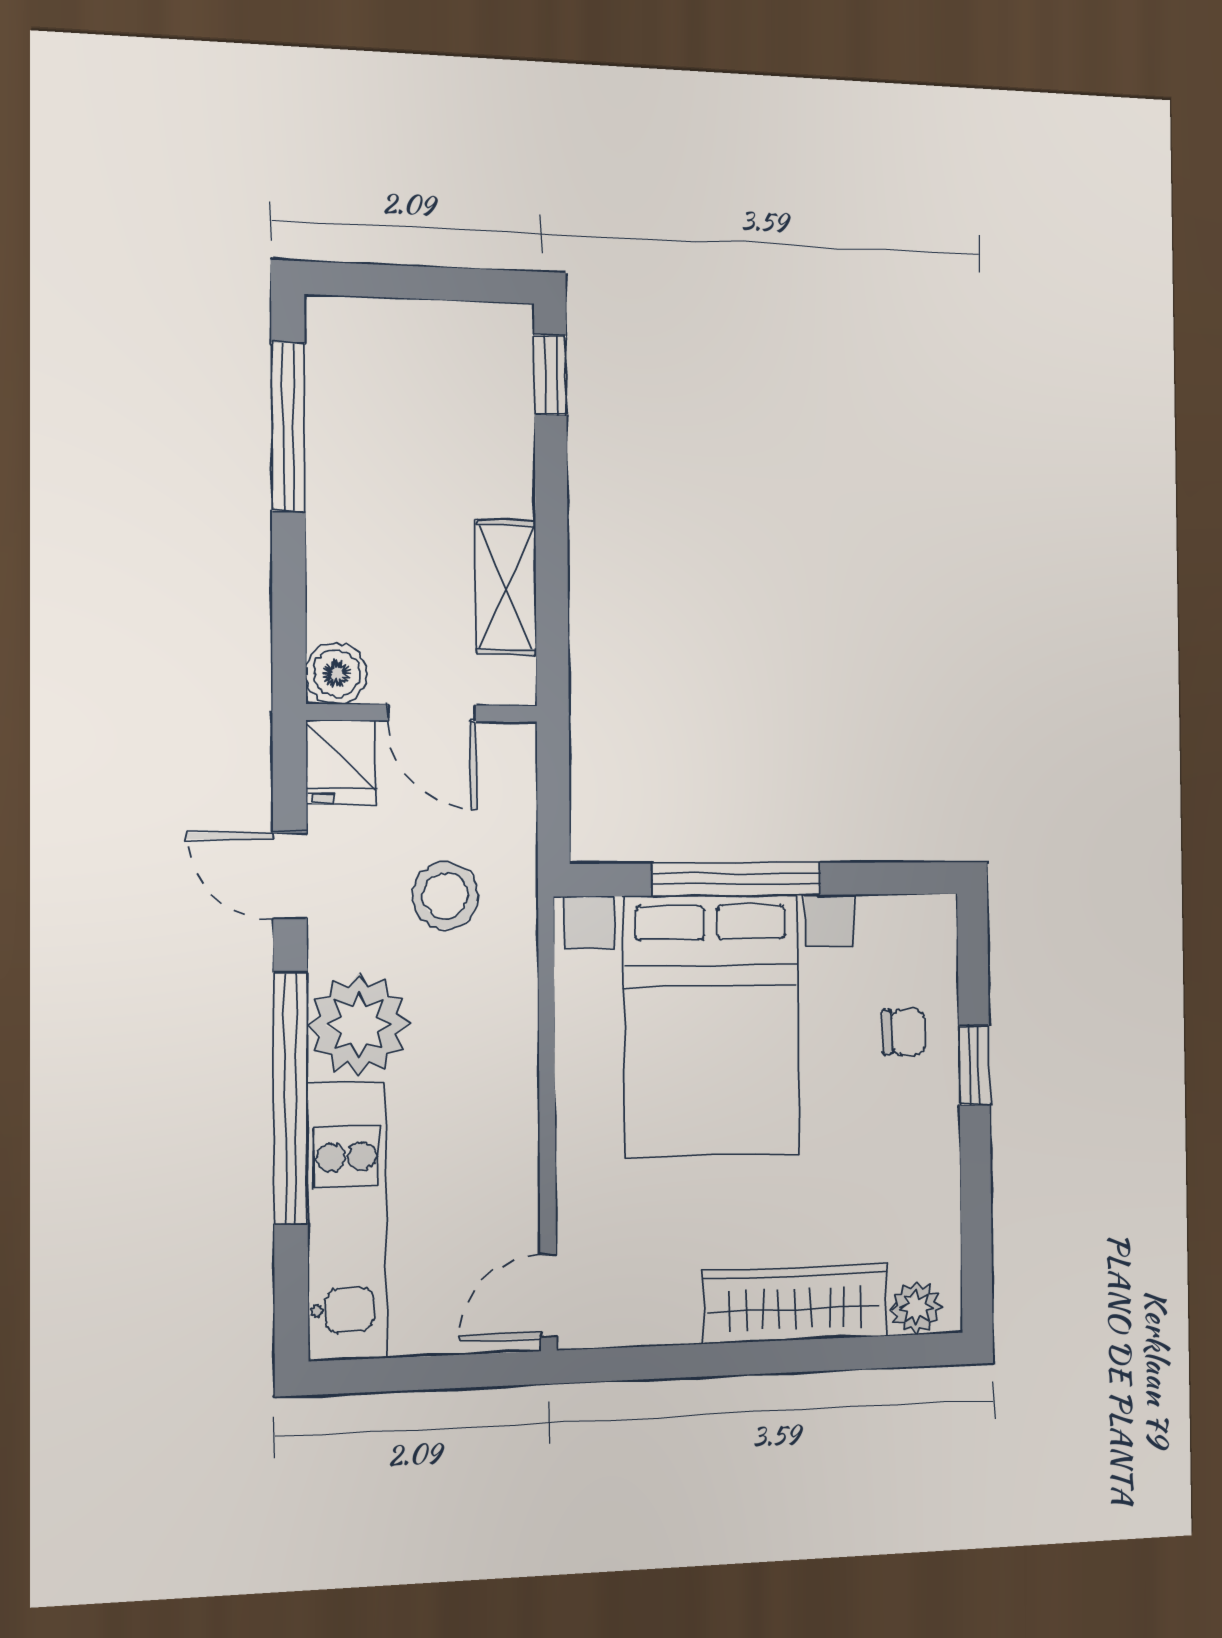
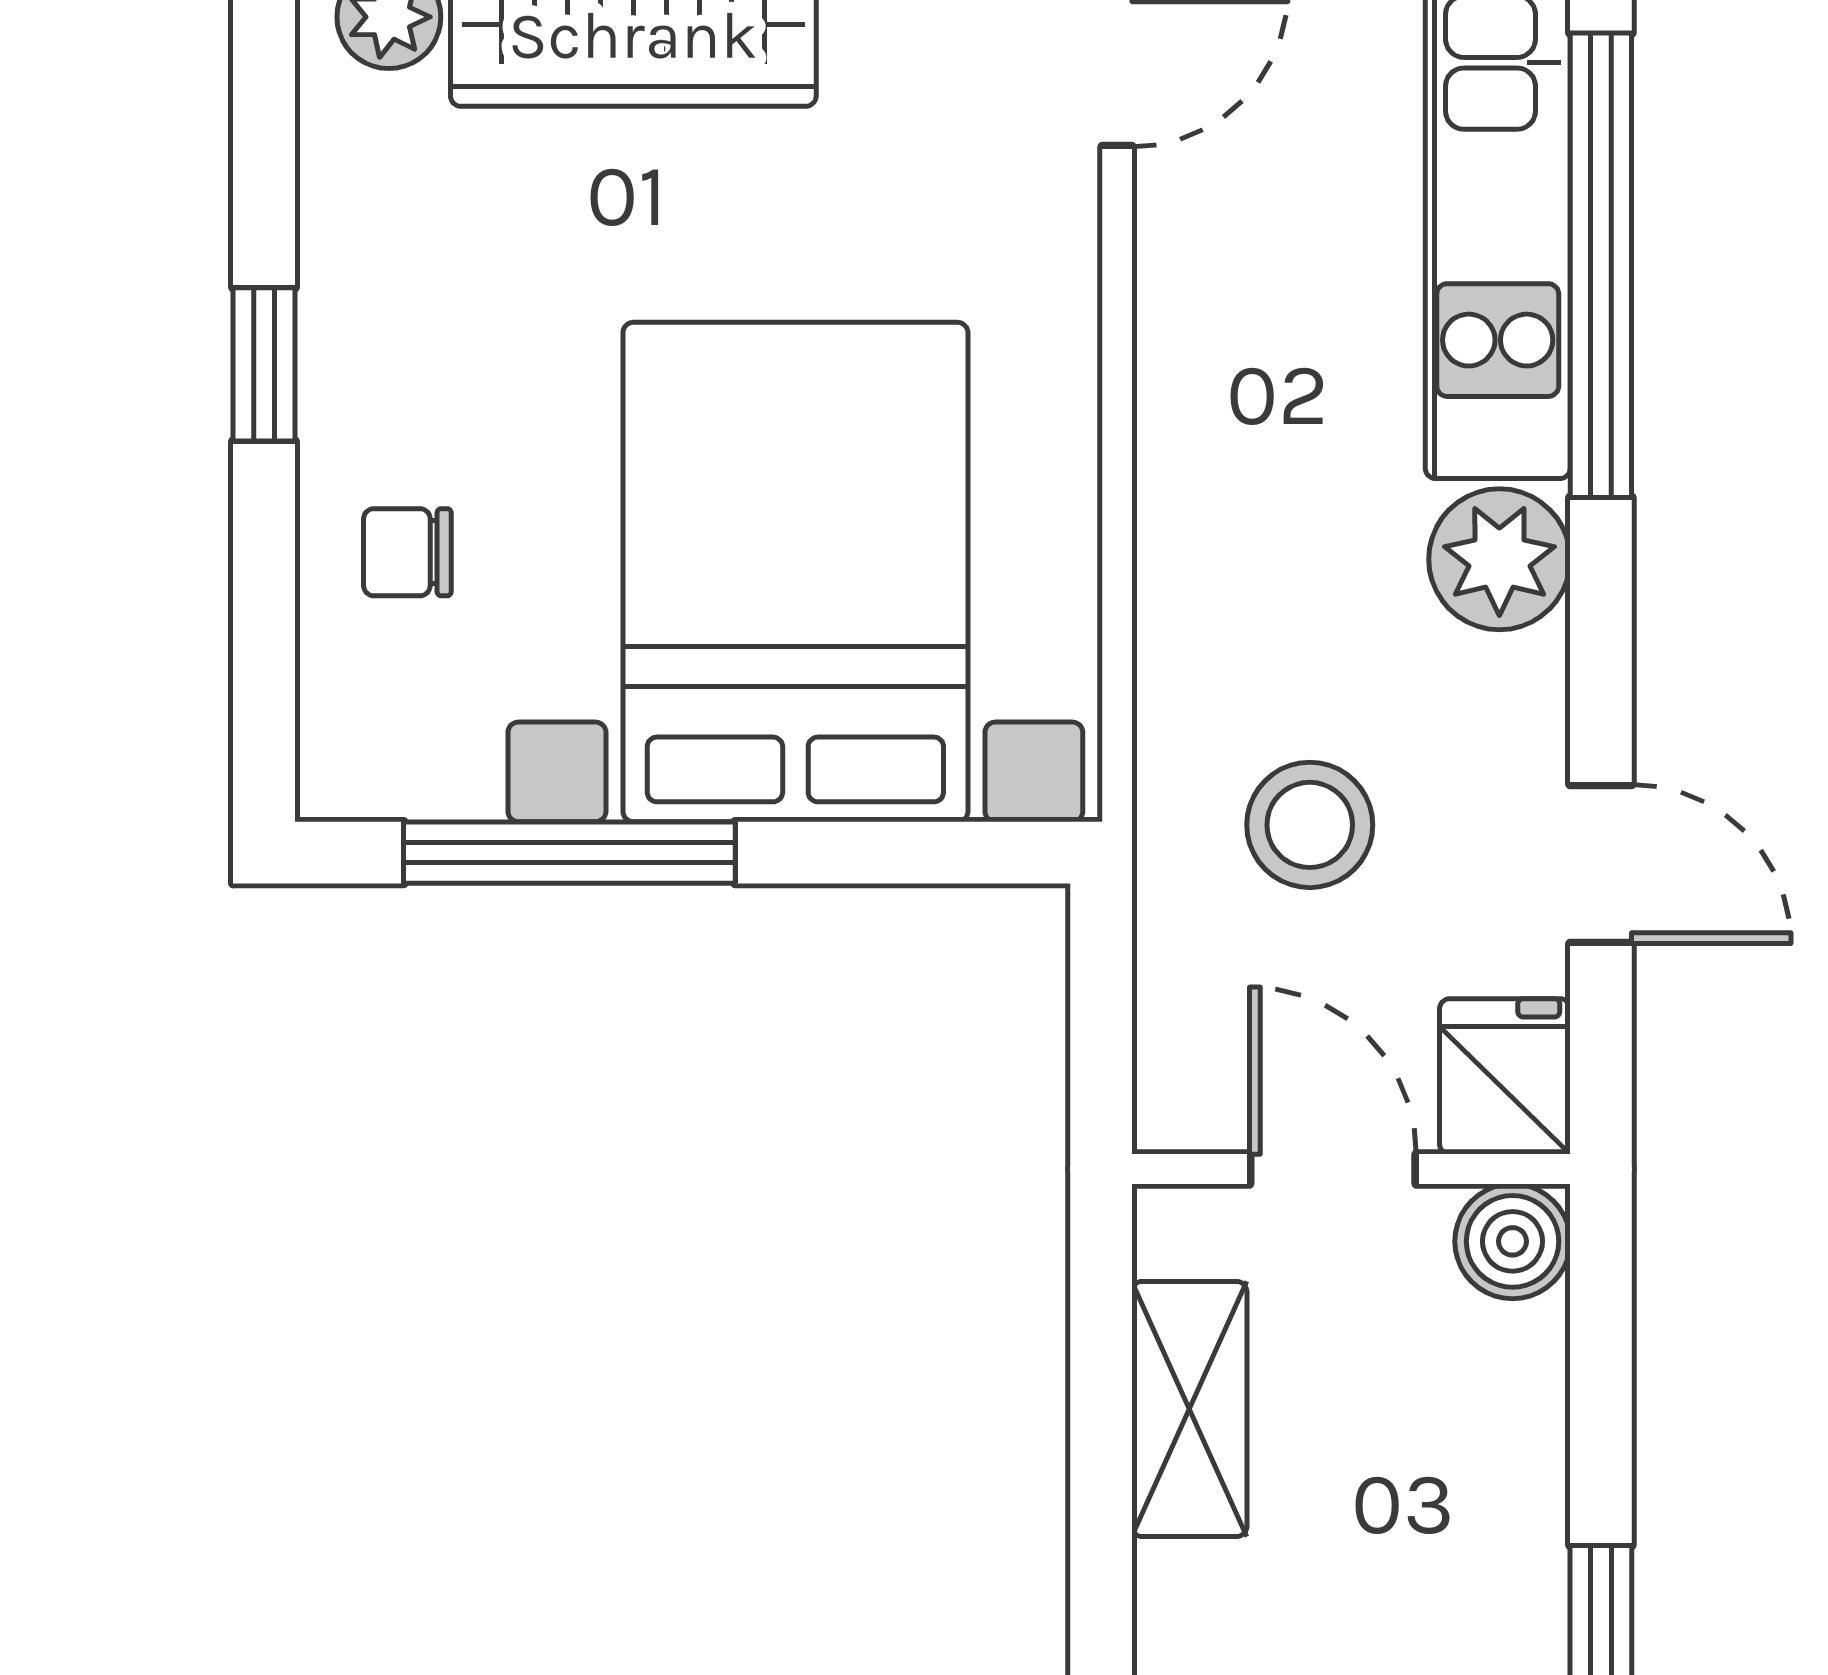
window: (737, 879) -> (569, 853), moved
plant: (359, 1025) -> (1499, 559), width x0.73, depth x0.73
window: (974, 1065) -> (264, 364), moved
window: (291, 1098) -> (1601, 265), moved

